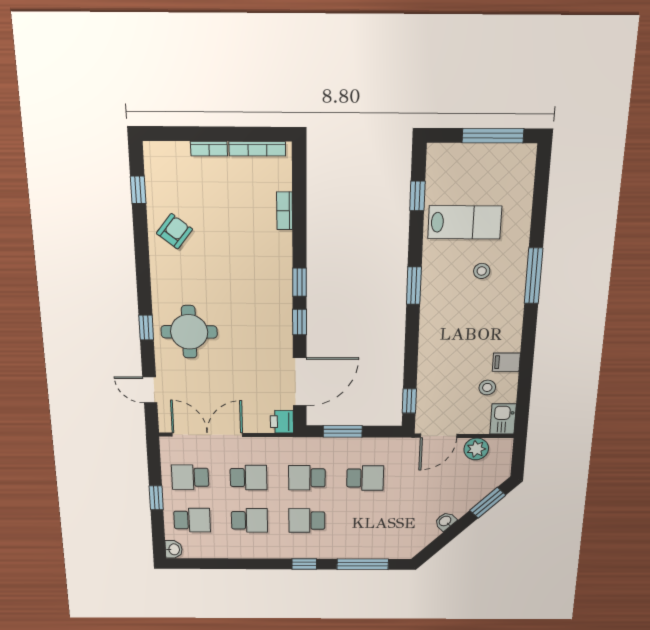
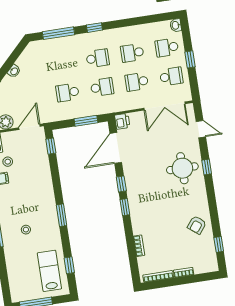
lab bench: (465, 222) -> (49, 271), moved, turned 90

